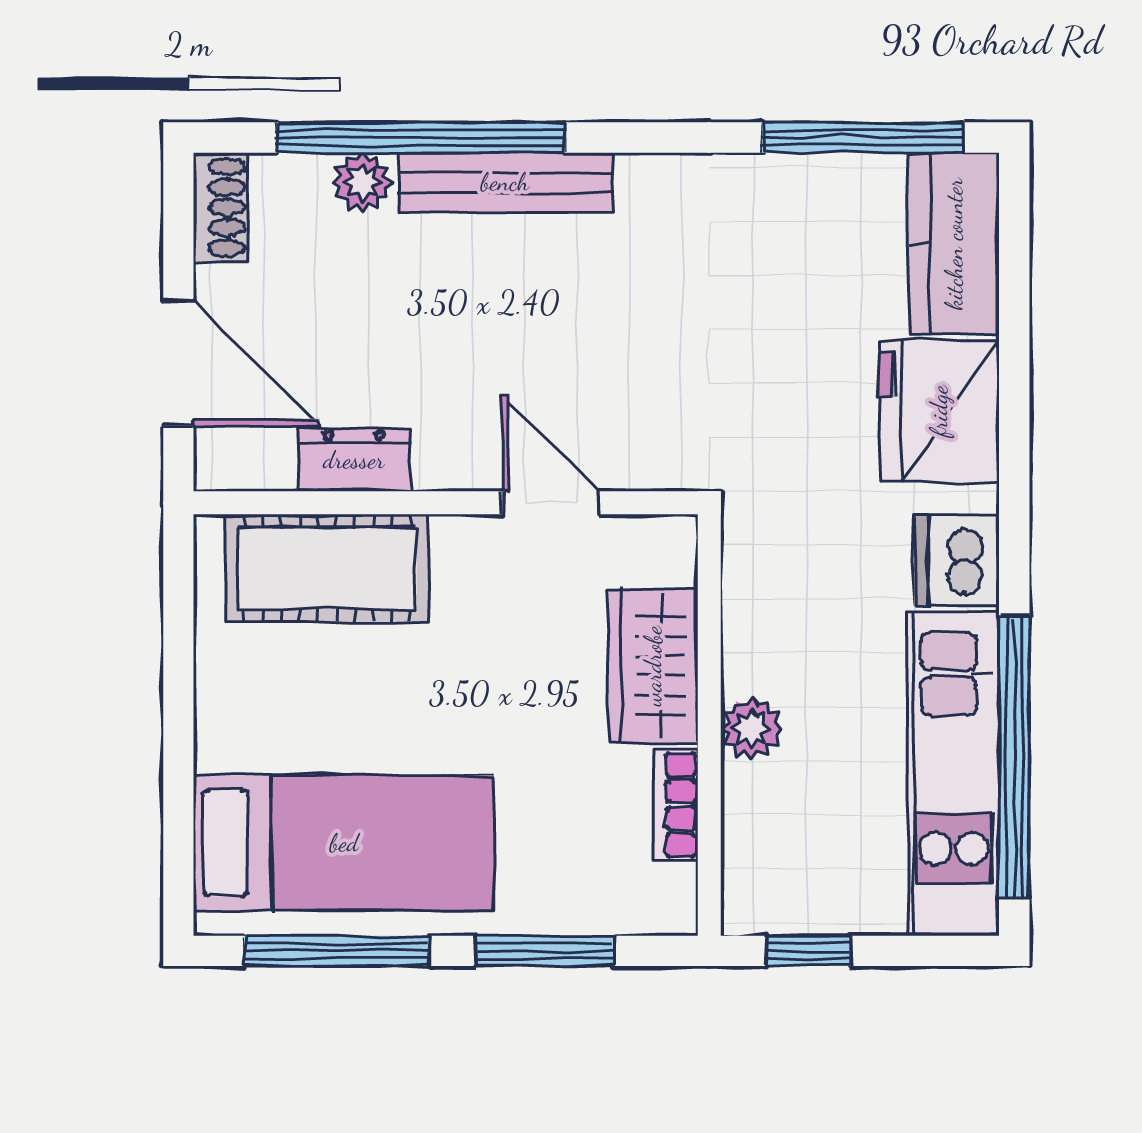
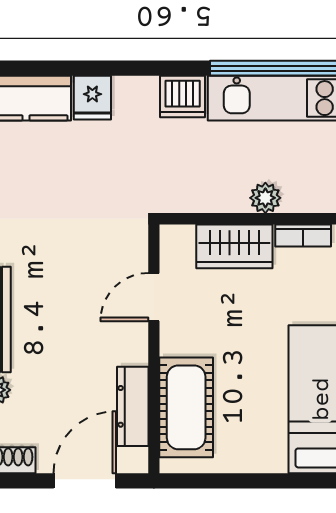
fridge: (939, 411) -> (92, 98), width x0.53, depth x0.75
dresser: (354, 460) -> (133, 406), width x1.44

